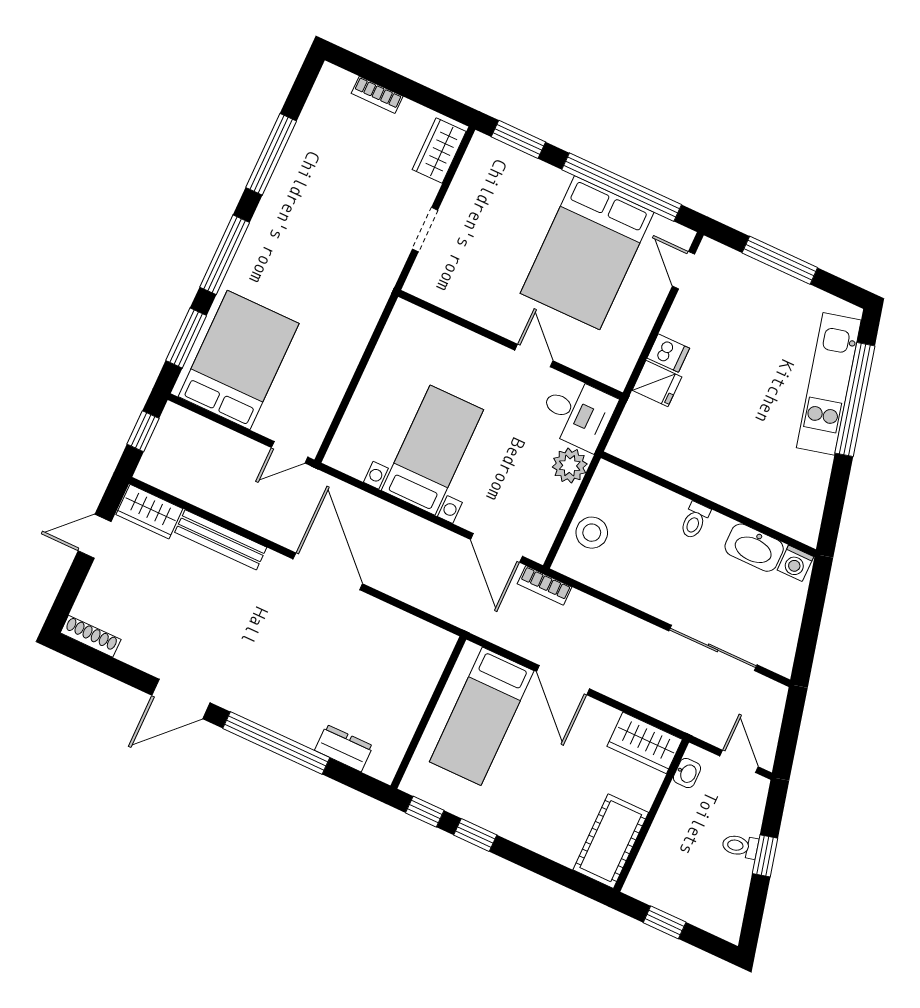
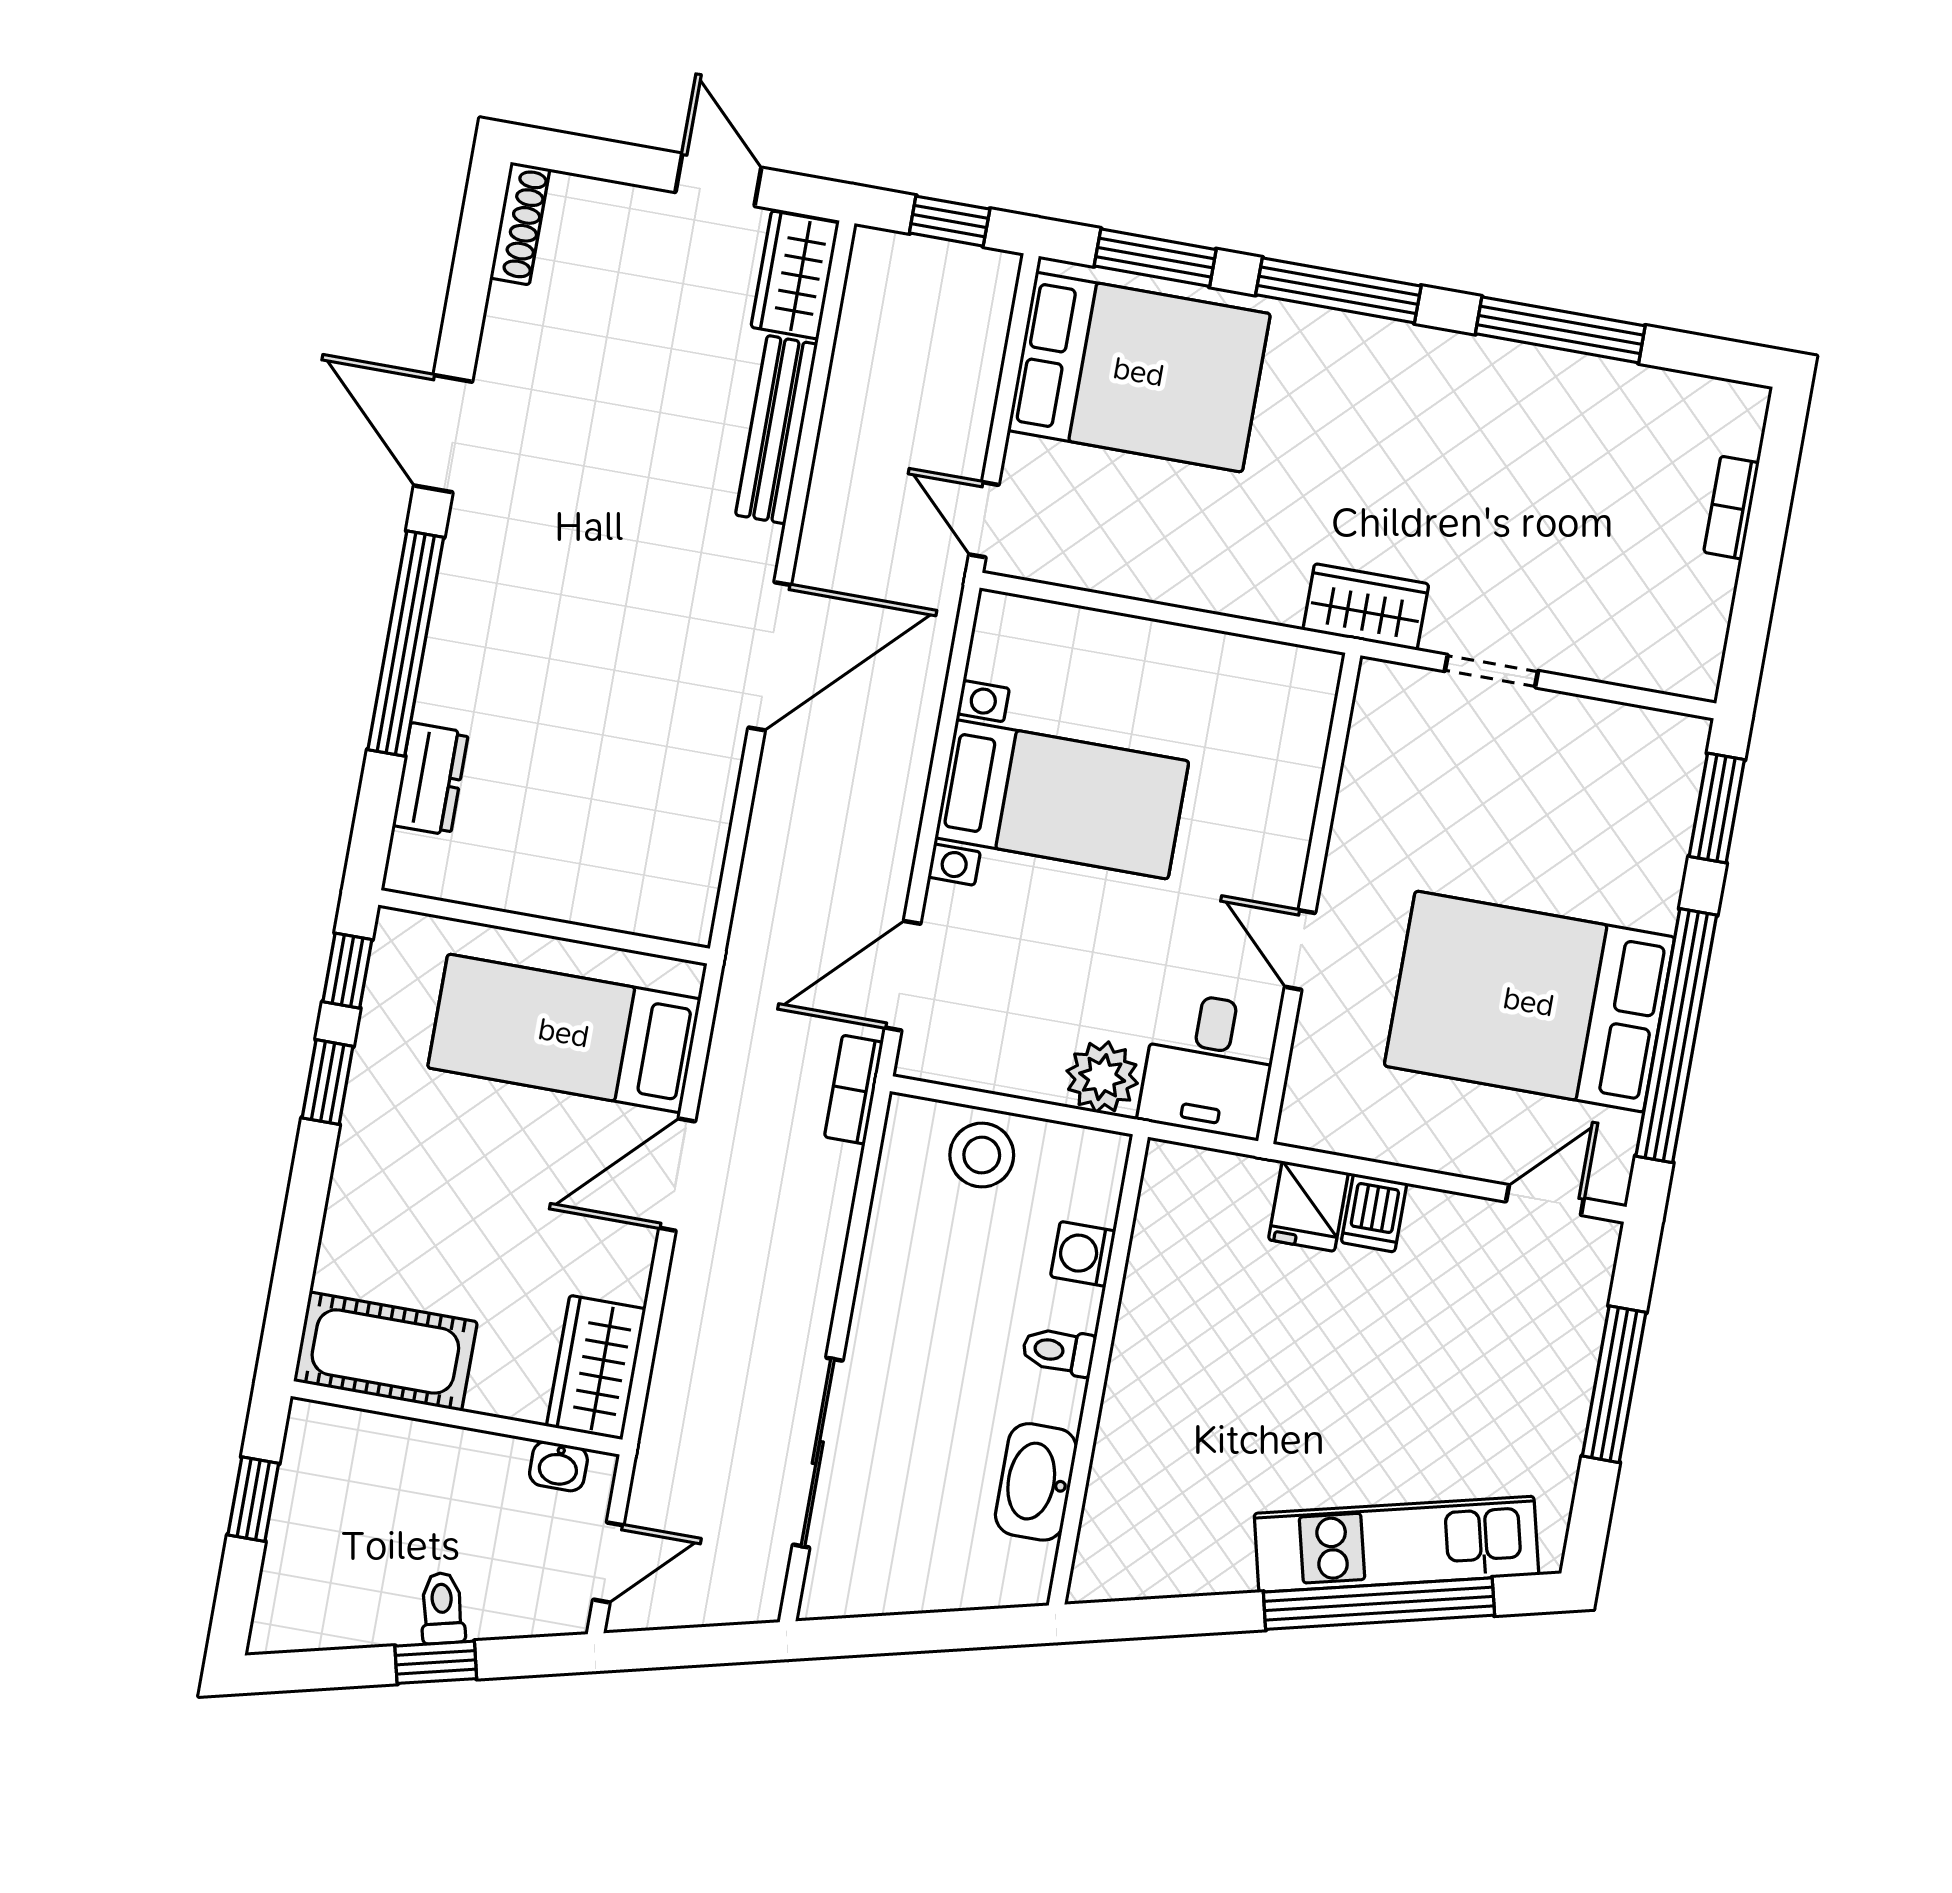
wardrobe: (439, 151) -> (1366, 607), moved
door: (534, 355) -> (1300, 950), swing flipped
washing machine: (795, 563) -> (1083, 1254), moved

